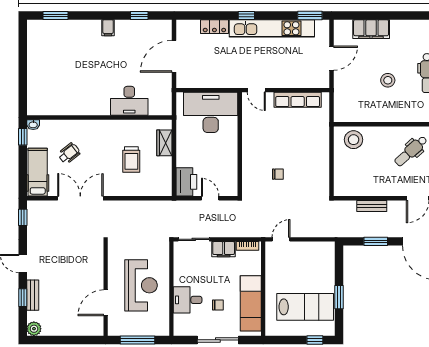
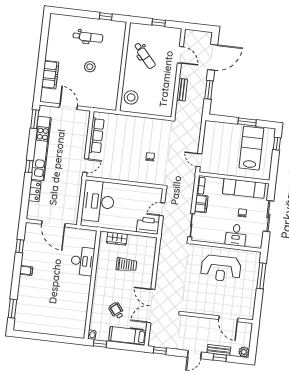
reception desk: (141, 285) -> (221, 268), turned 180
wall: (106, 289) -> (218, 318), moved
door: (106, 303) -> (228, 319), moved

